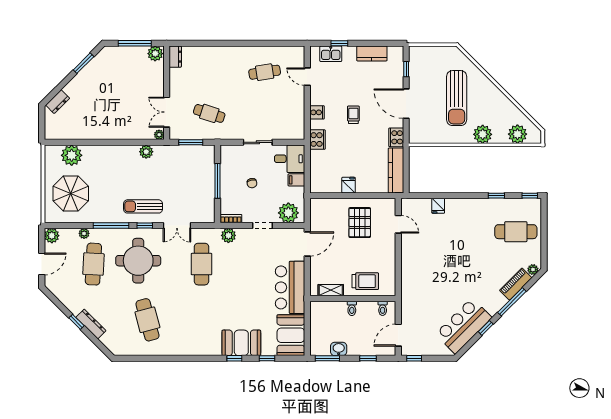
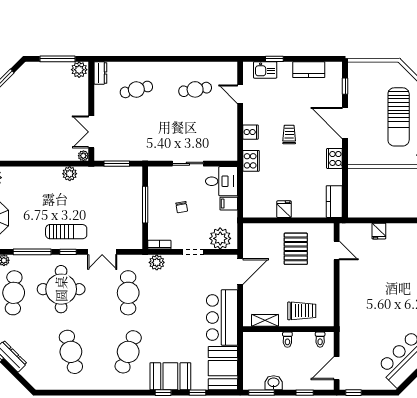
cafe table: (209, 113) -> (136, 89), moved, turned -33
kitchen counter: (396, 170) -> (334, 202), width x0.67
sun lounger: (143, 206) -> (66, 232), turned 180
cafe table: (201, 320) -> (128, 352), added

